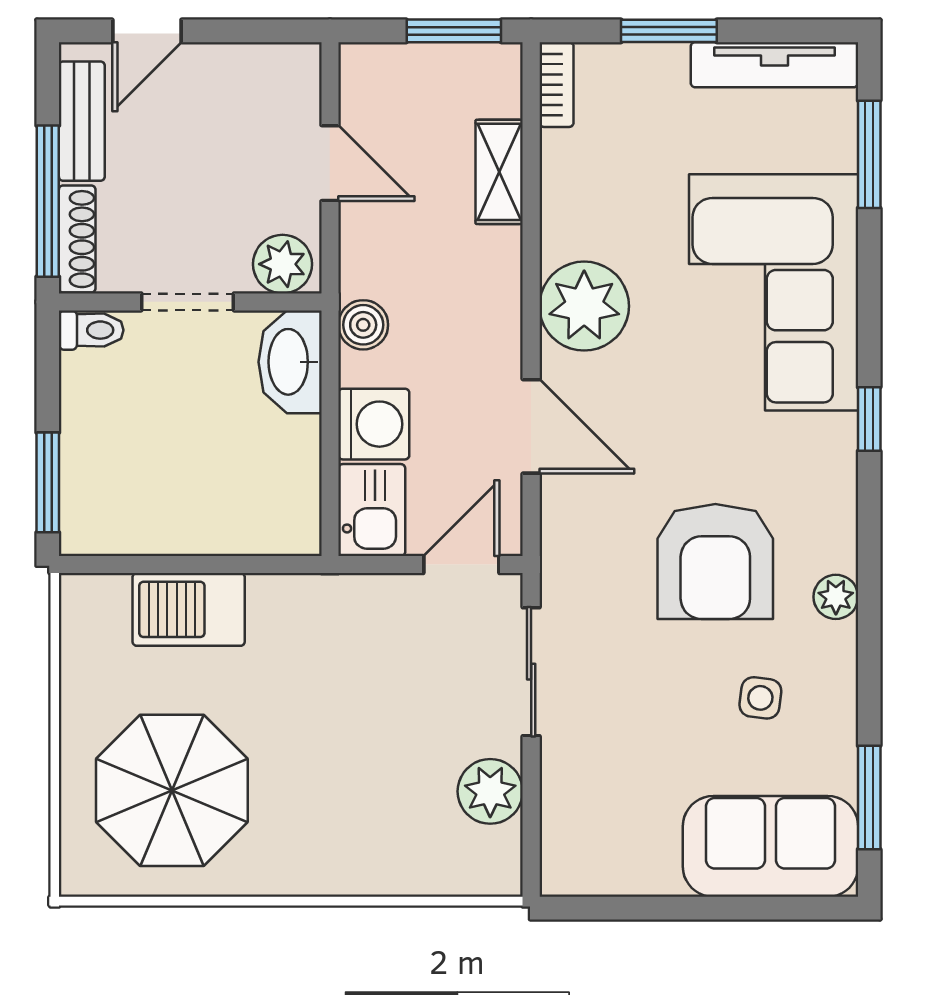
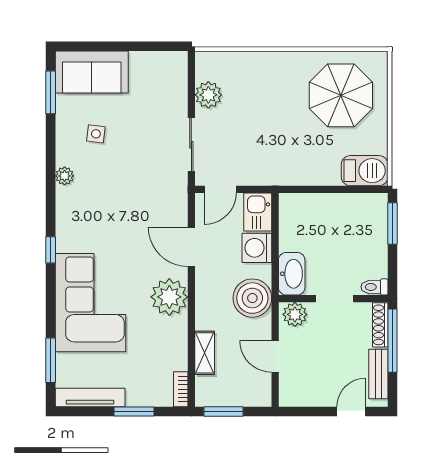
boiler: (363, 325) -> (252, 298), width x1.86, depth x1.86
armchair: (715, 562) -> (115, 191), removed
barbecue: (189, 609) -> (365, 171), moved

